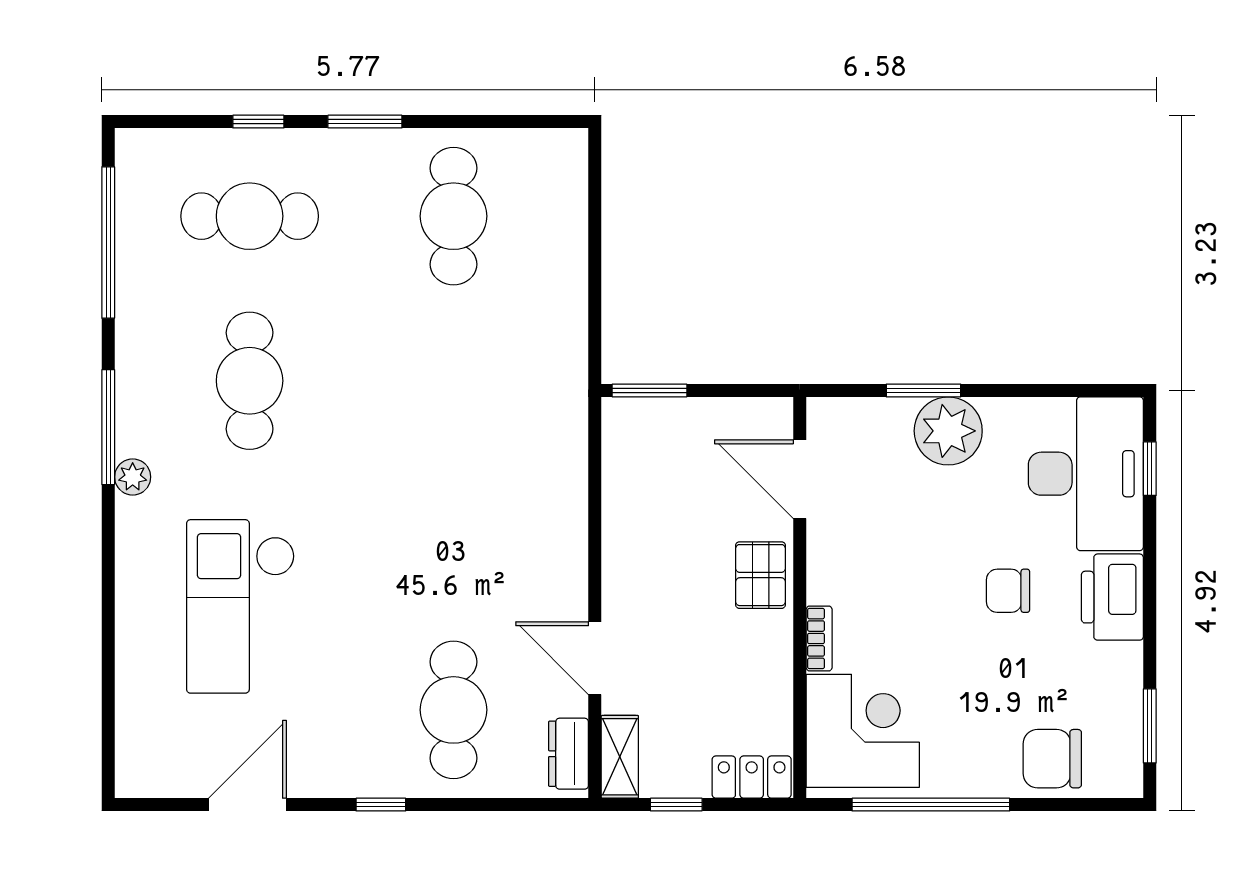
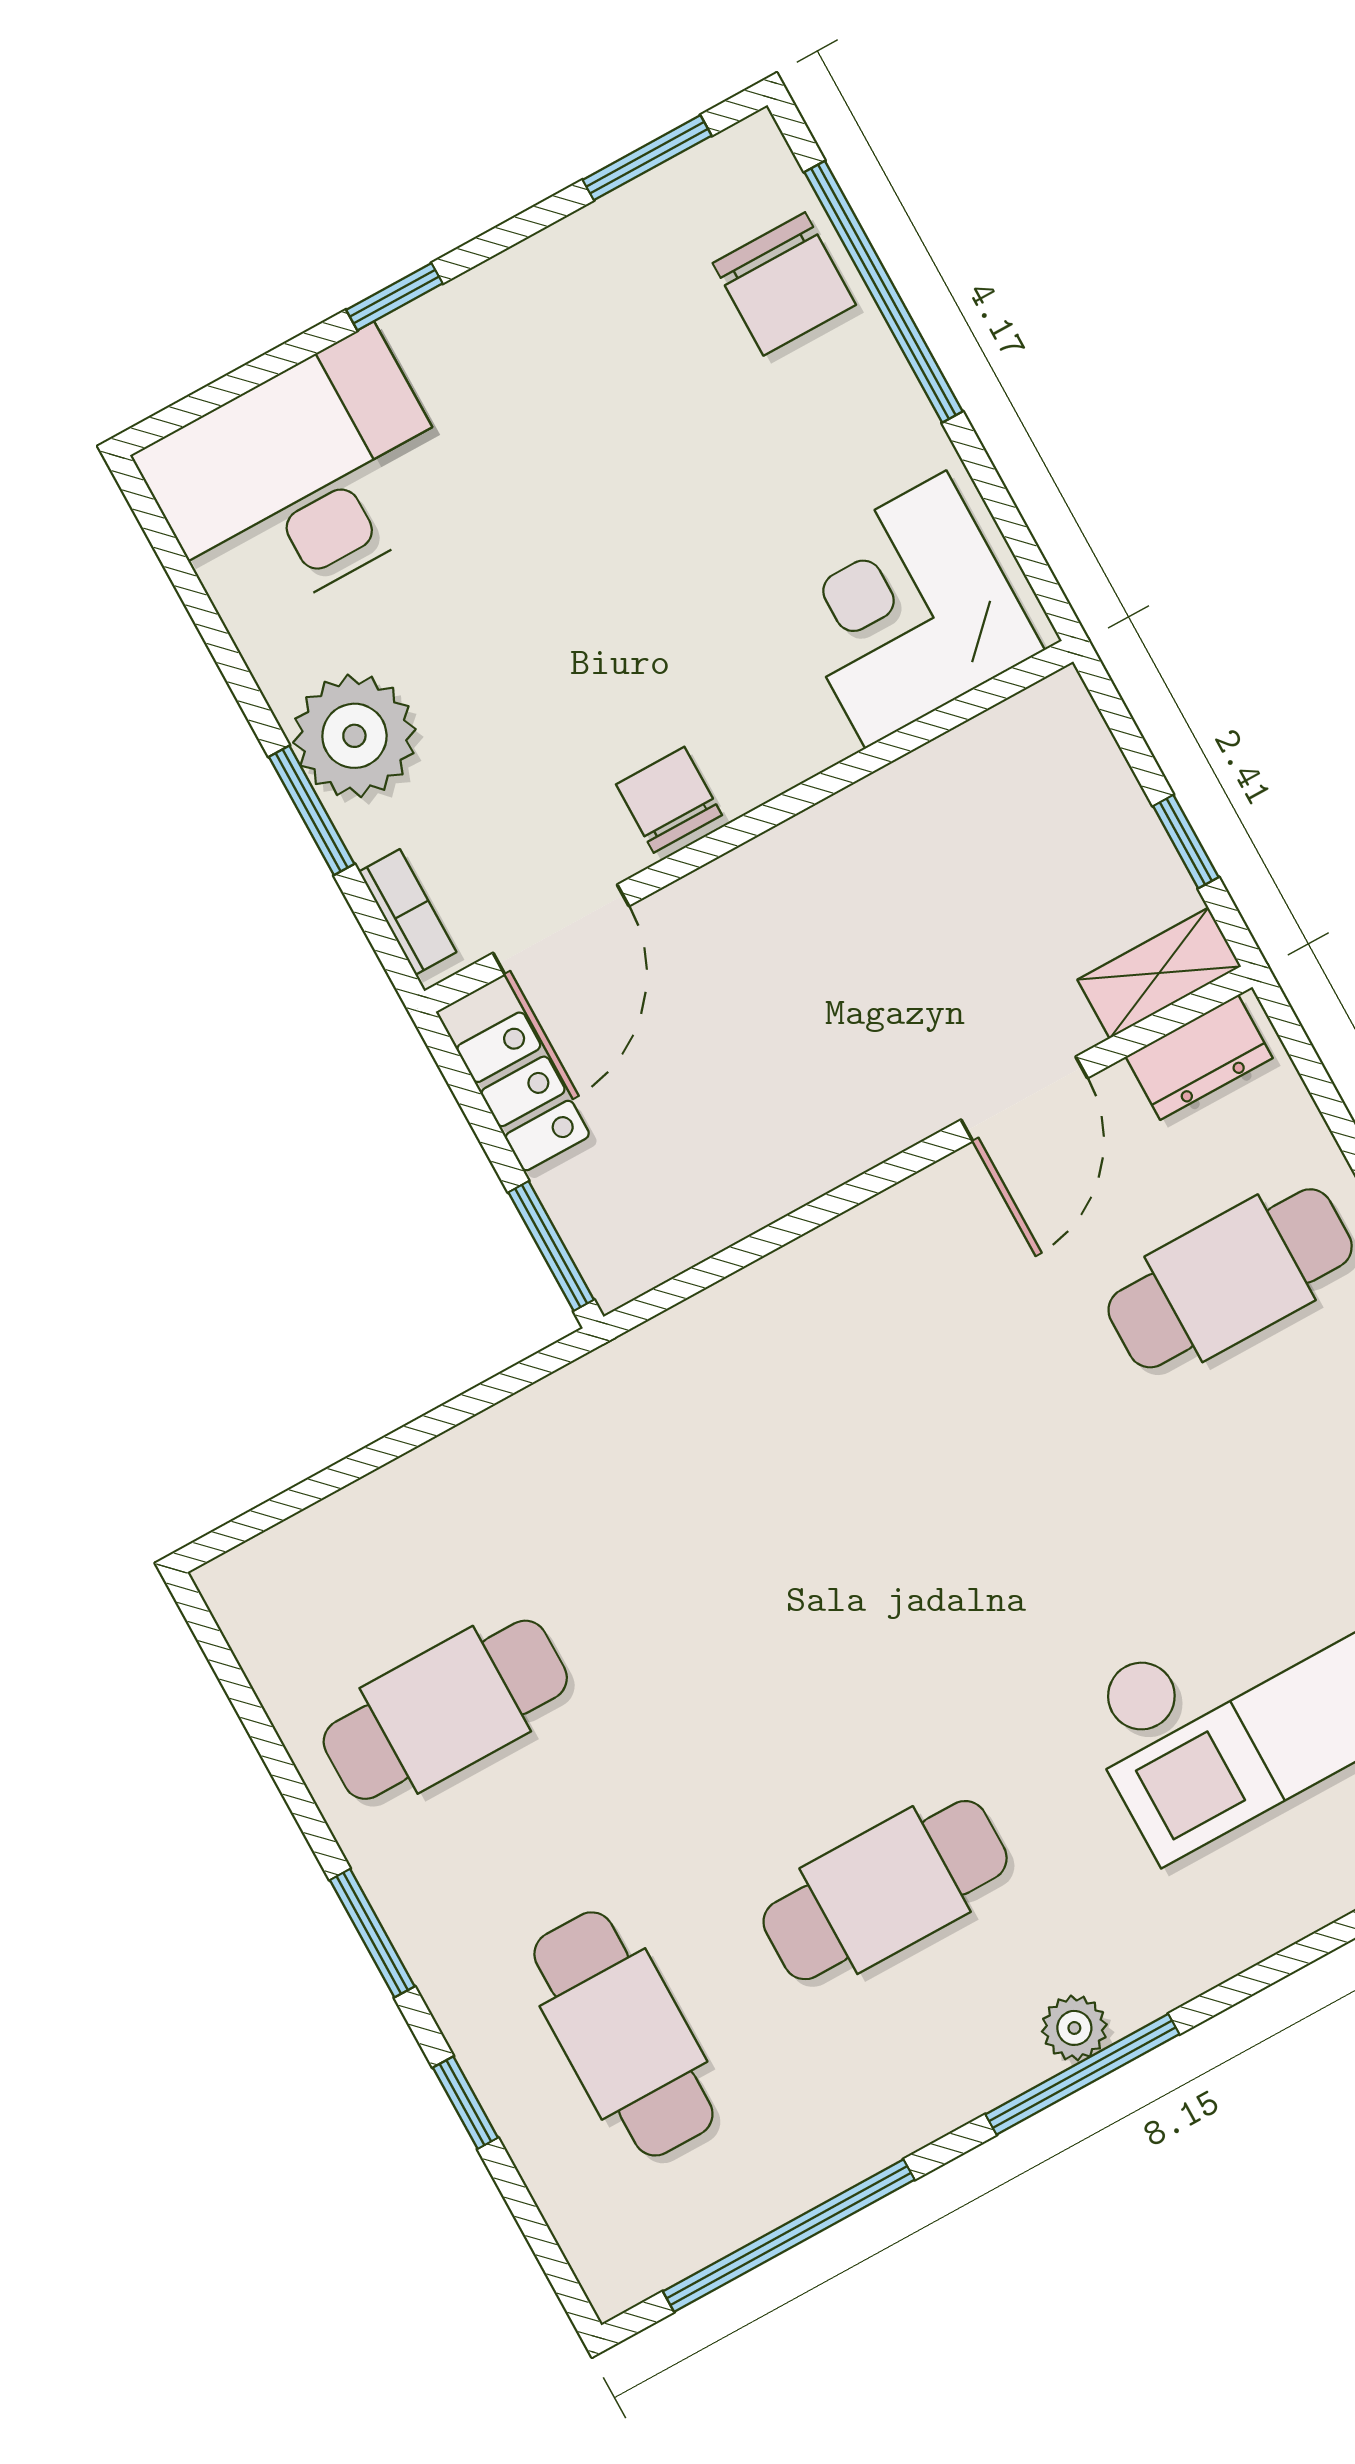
window: (1150, 469) -> (394, 297), moved
plant: (133, 477) -> (1074, 2028), moved
pallet: (761, 575) -> (747, 908), removed
chair: (1008, 591) -> (669, 800), moved, turned 180
printer: (1112, 597) -> (475, 330), removed
bookcase: (819, 638) -> (408, 912), moved, turned 90
locker: (752, 777) -> (523, 1091), moved, turned 180
window: (931, 805) -> (883, 292), moved

